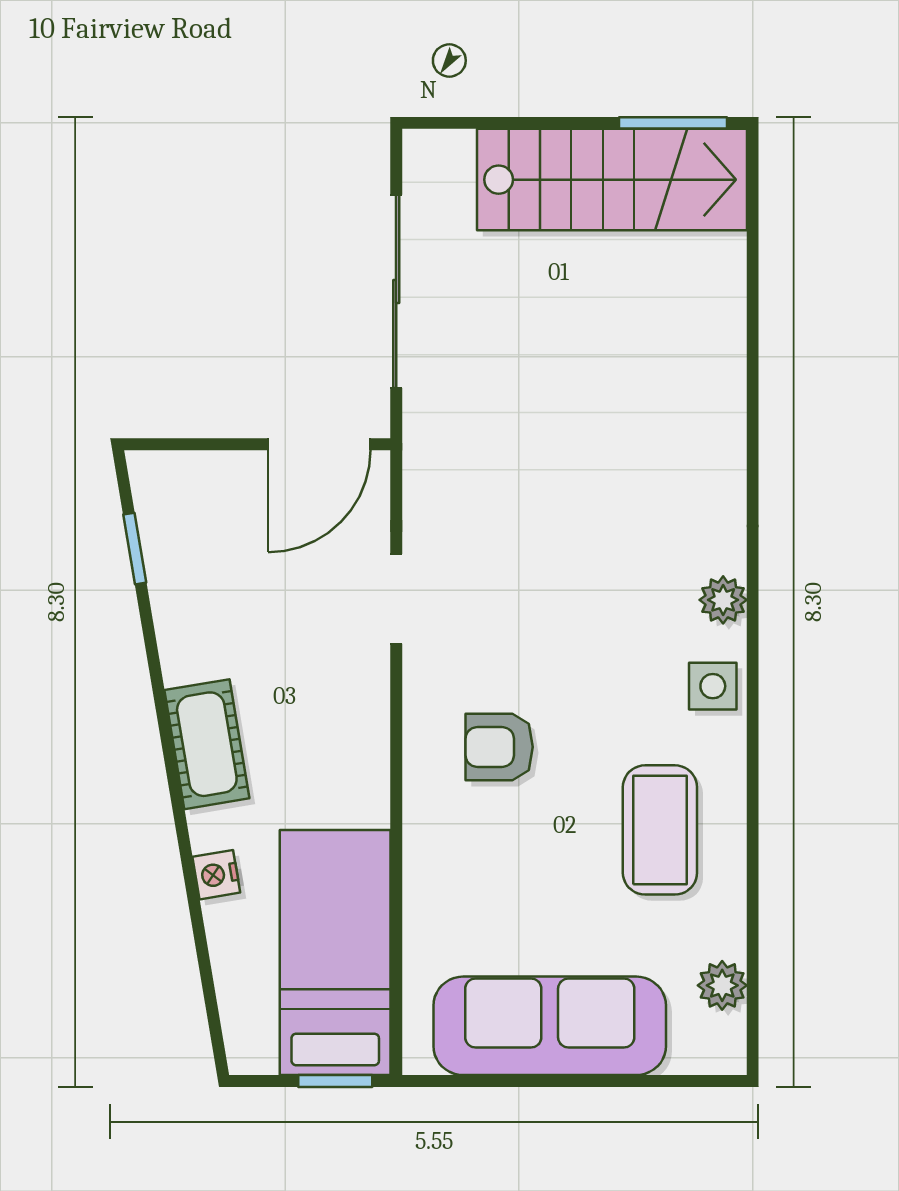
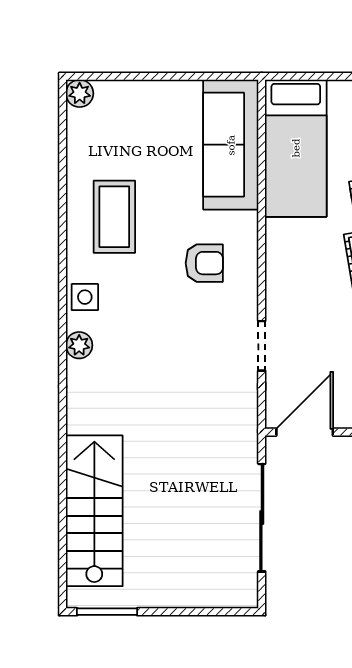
stairs: (612, 180) -> (94, 511), moved, turned 90
plant: (722, 985) -> (80, 93), moved
sofa: (550, 1026) -> (231, 145), moved, turned 90
window: (335, 1081) -> (296, 76), removed

